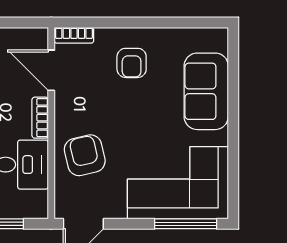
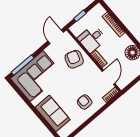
door: (51, 70) -> (108, 77), hinge flipped
armchair: (85, 155) -> (74, 59), turned -149

